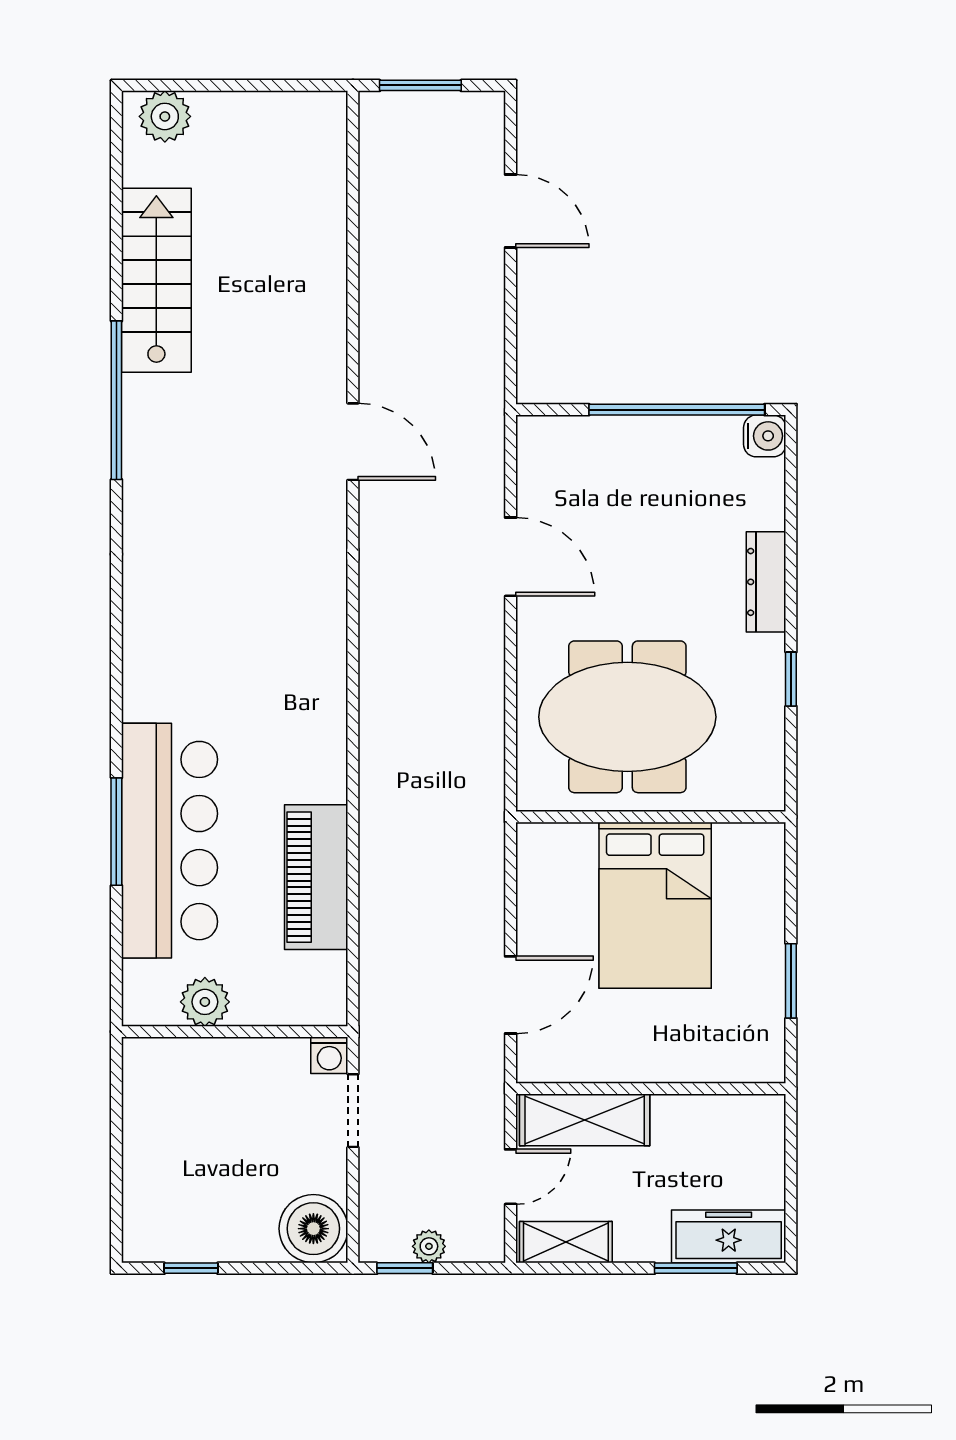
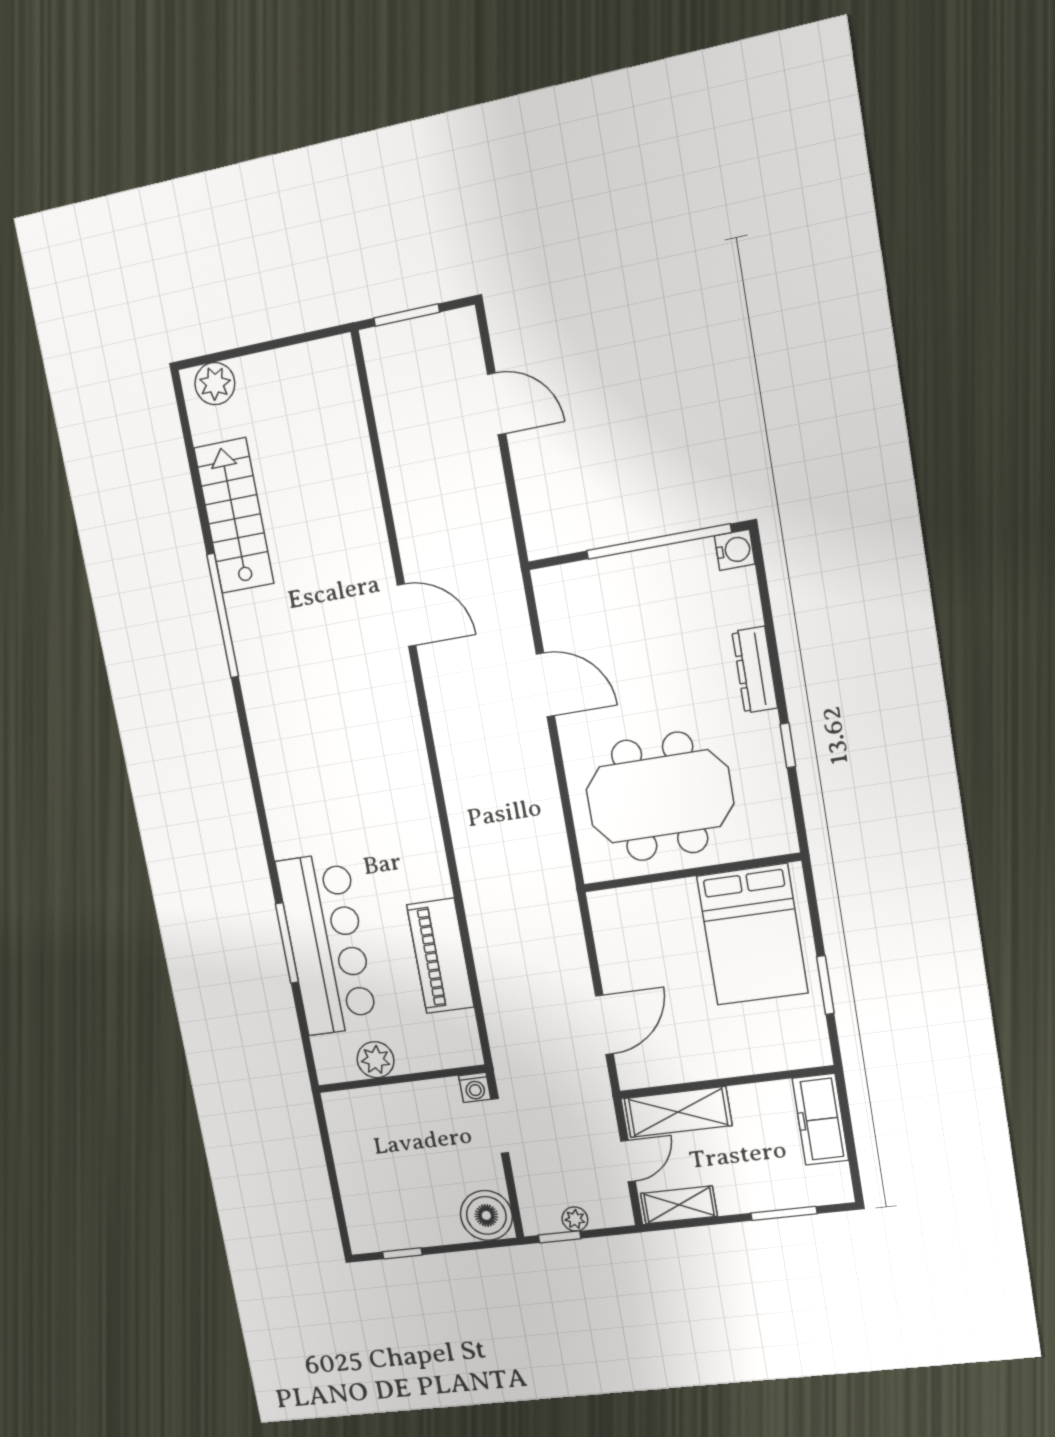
bed: (655, 905) -> (752, 935), moved
freezer: (729, 1236) -> (820, 1119), moved, turned -90

